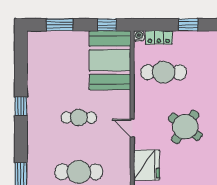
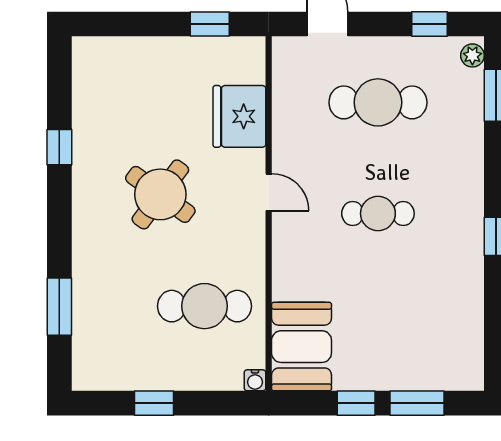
window: (107, 25) -> (356, 403), moved
locker: (159, 37) -> (215, 377), removed
booth: (110, 60) -> (302, 347), width x0.73, depth x0.70

